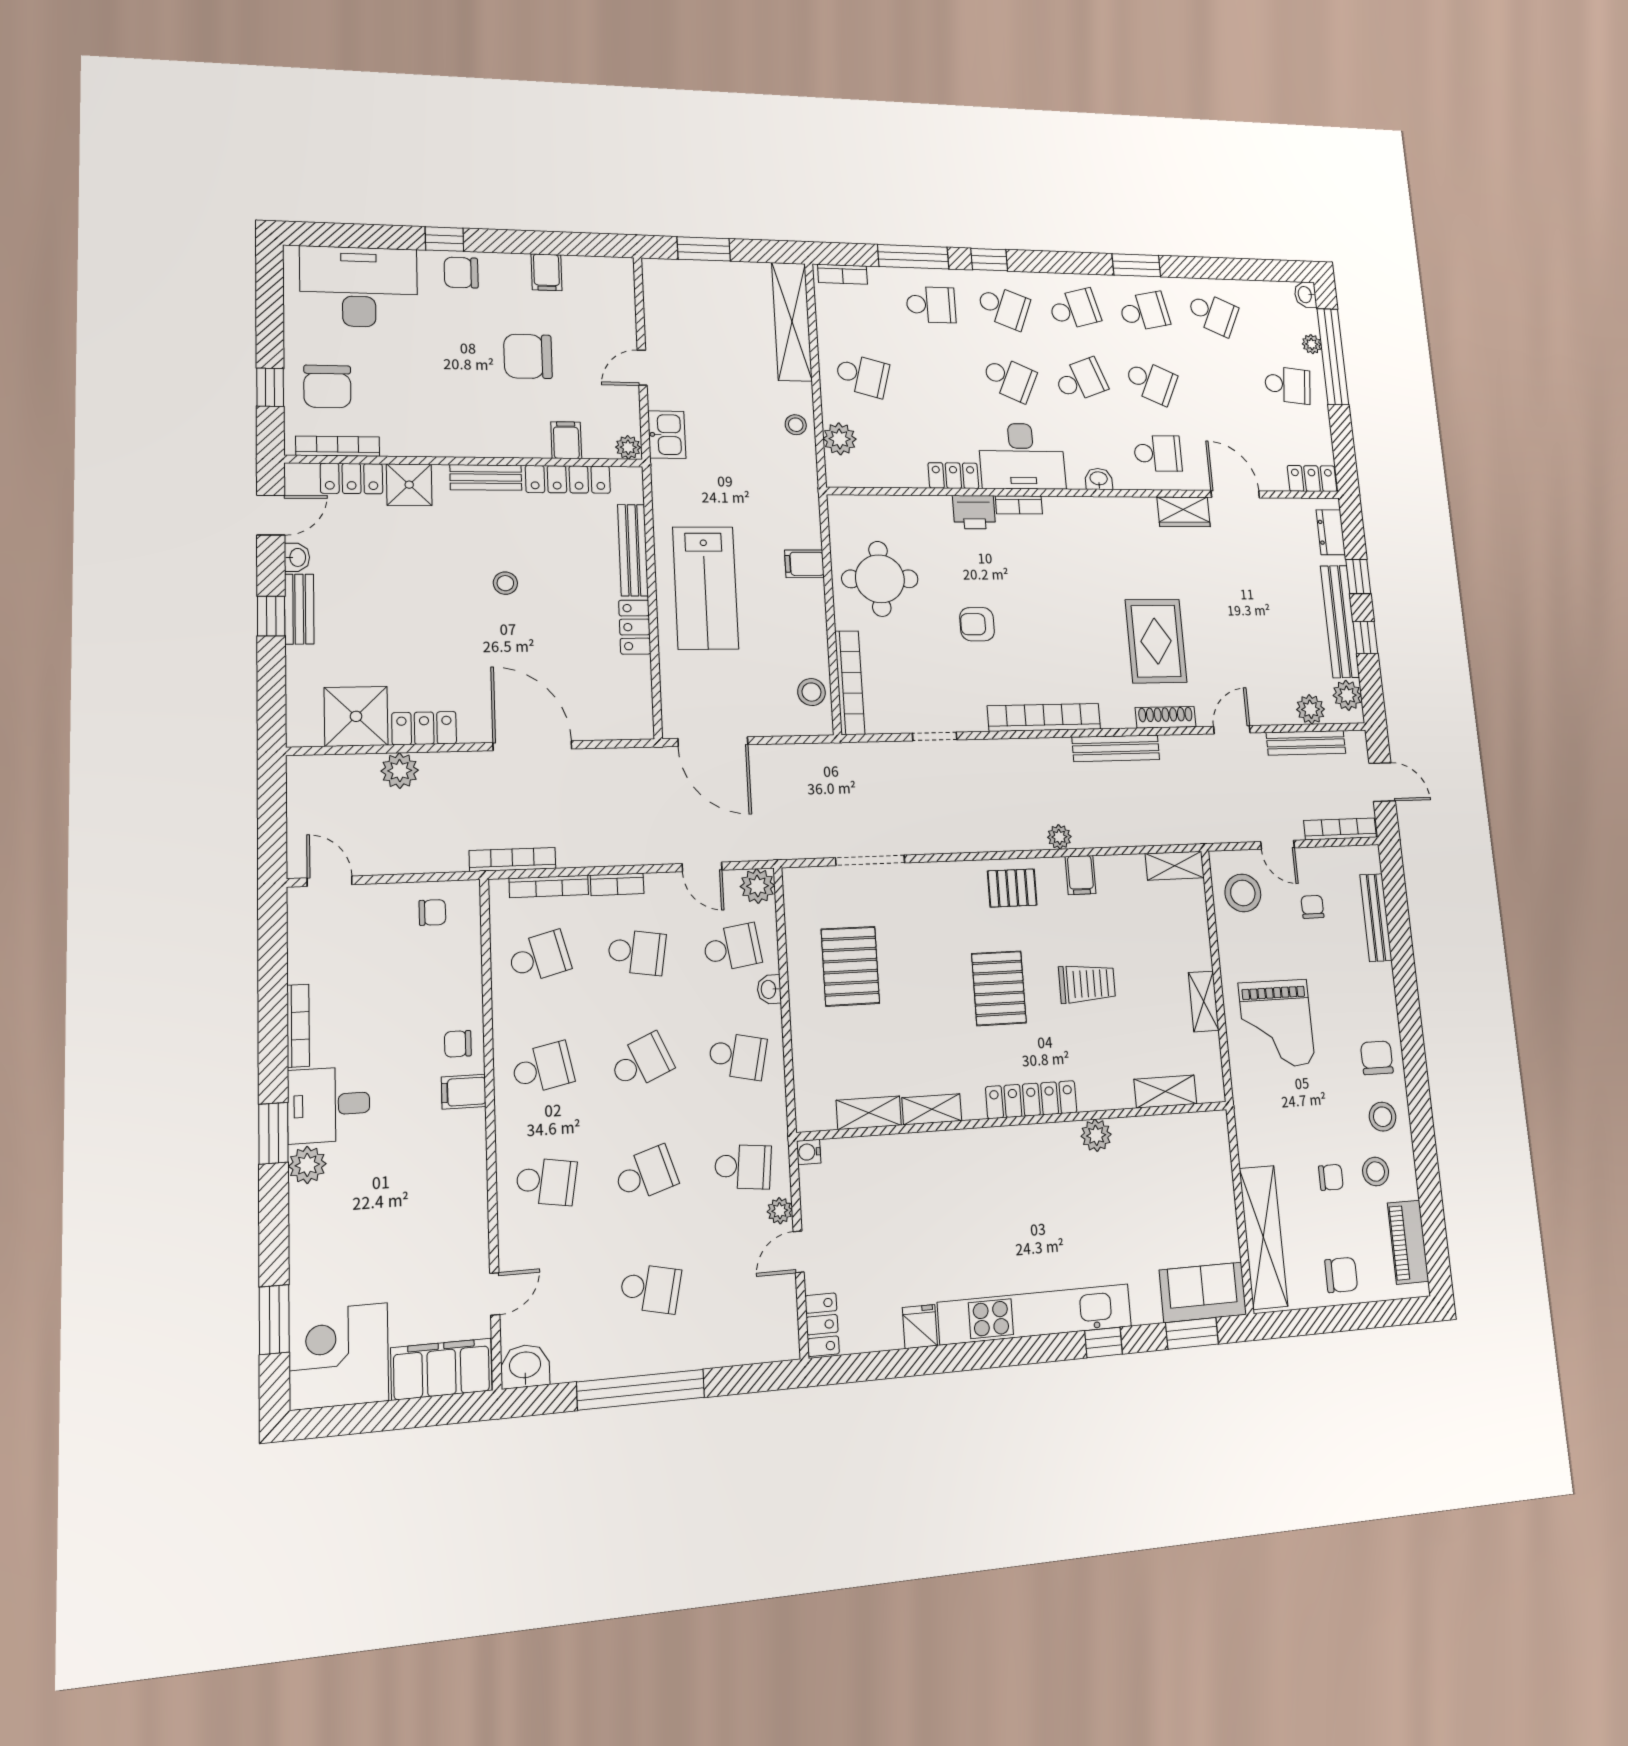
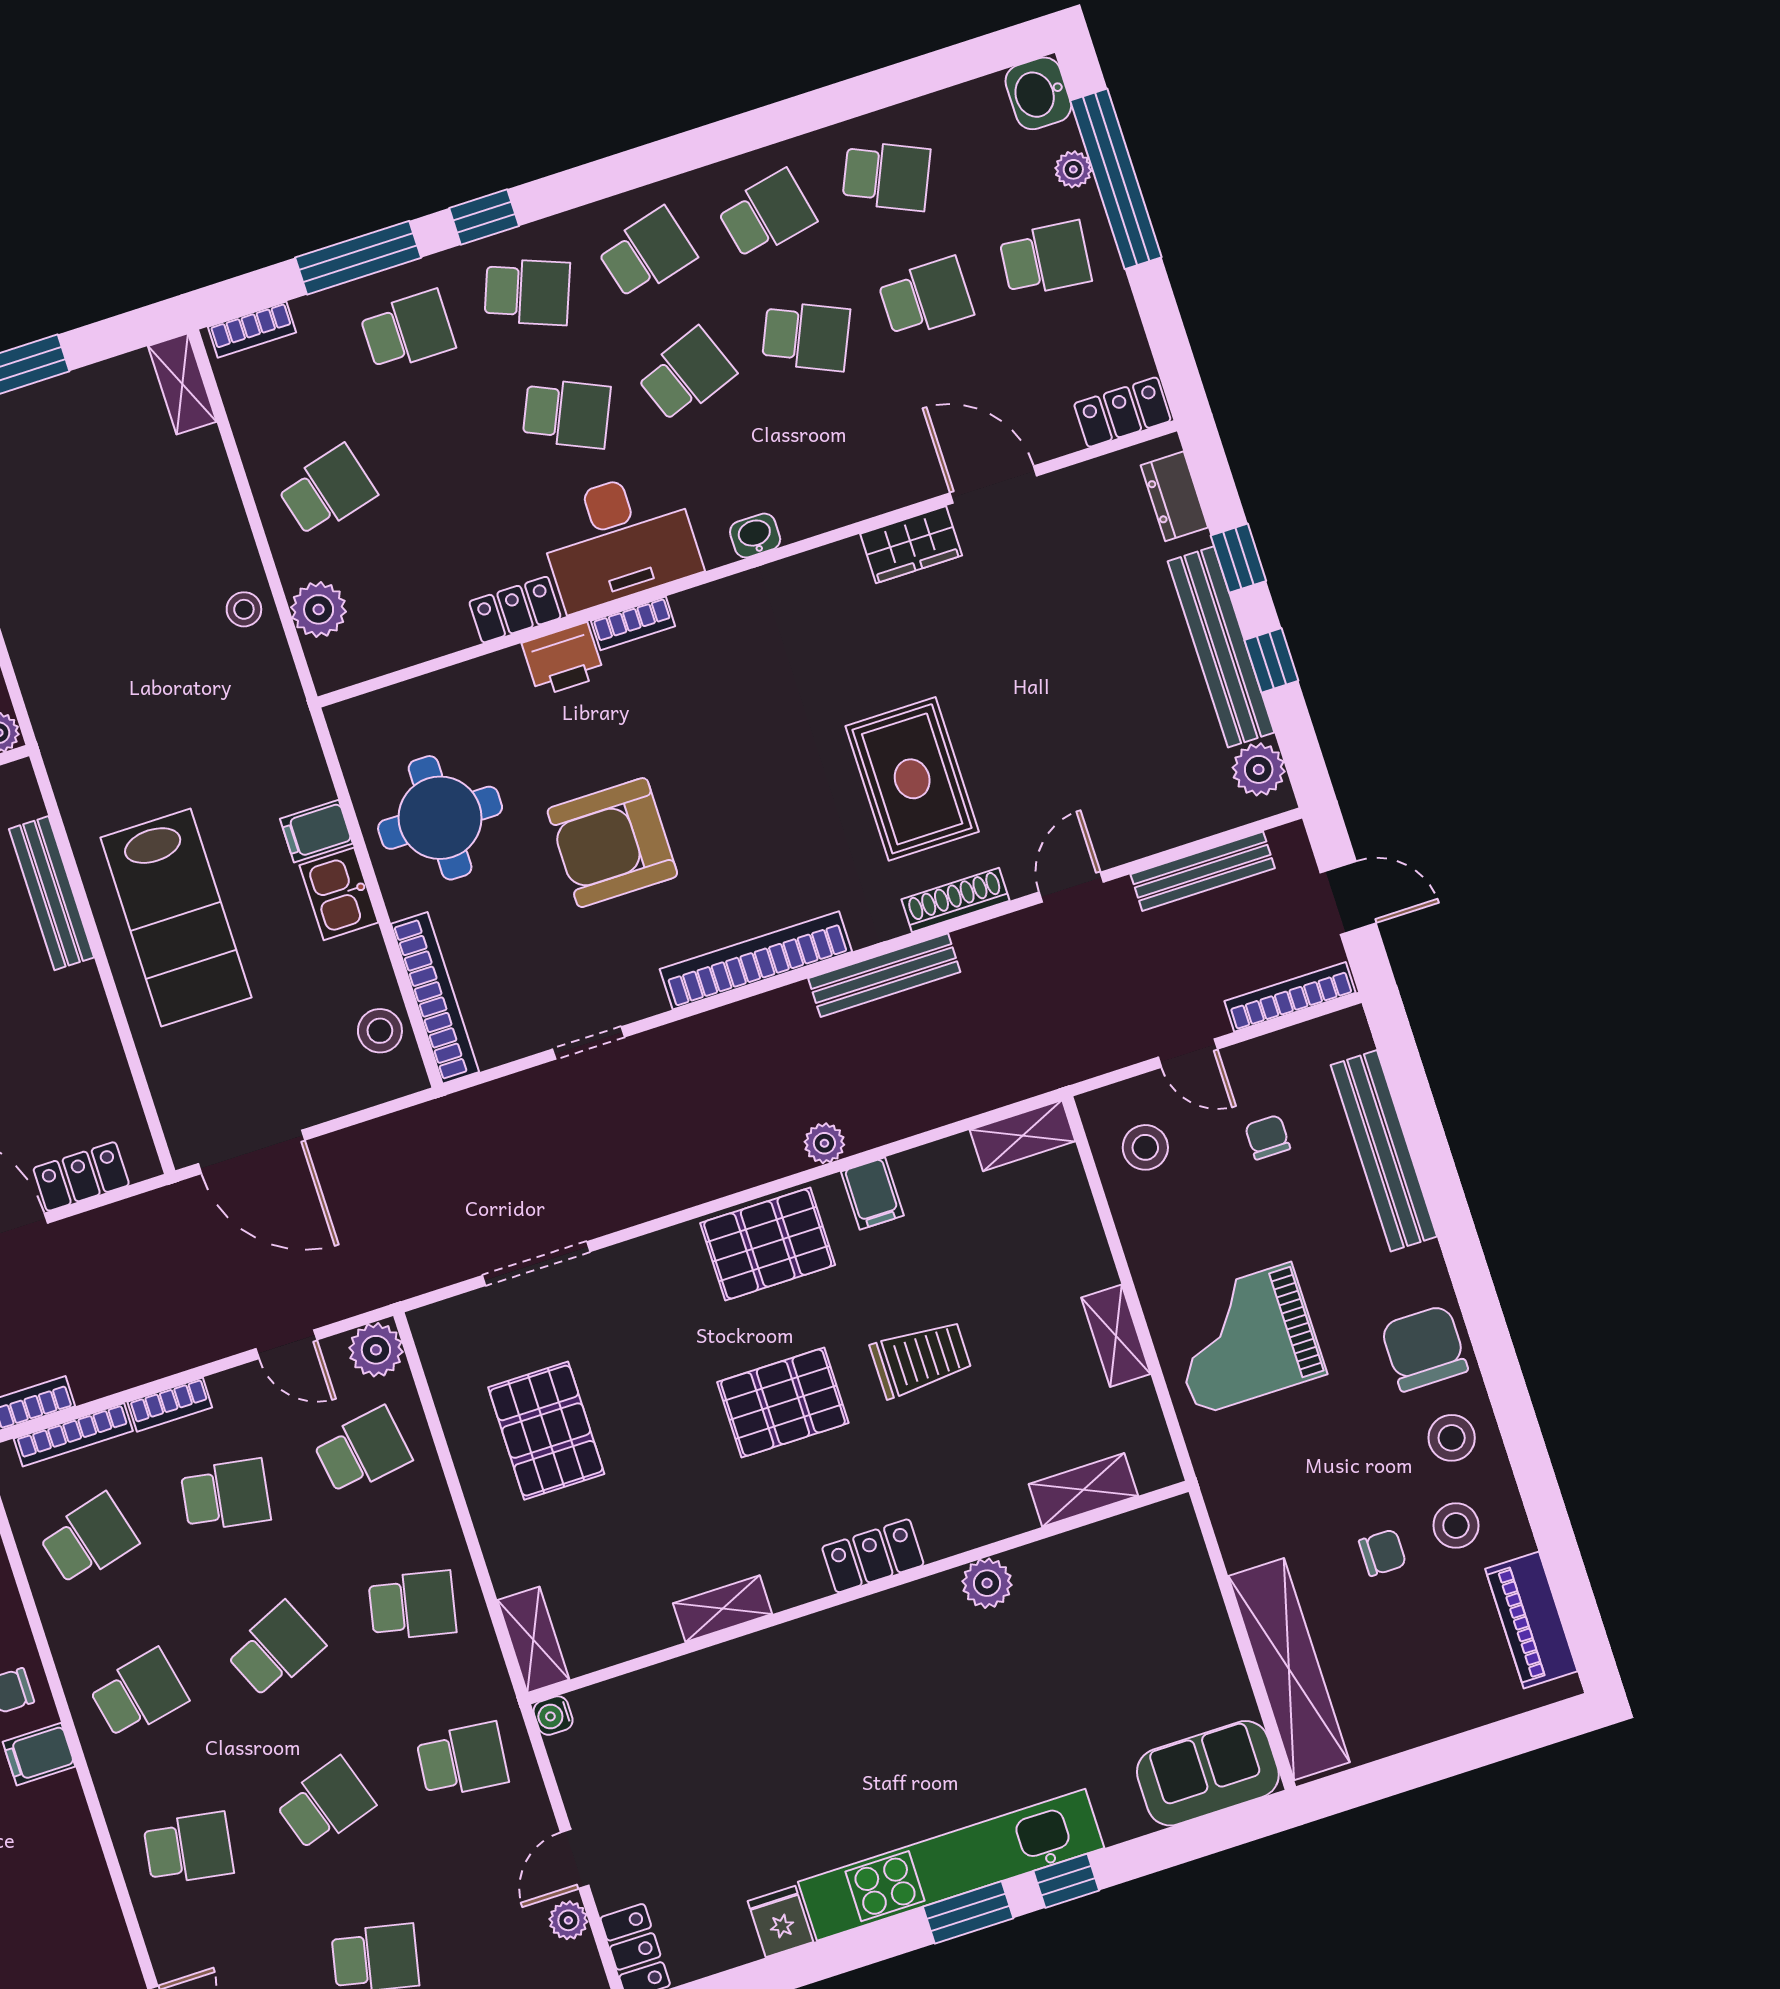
window: (1136, 265) -> (735, 136), removed
washbasin: (1305, 295) -> (1038, 93), width x1.38, depth x1.45
shelving: (792, 322) -> (182, 384), width x0.45, depth x0.75
school desk: (862, 375) -> (327, 491), turned -30
kitchen sink: (667, 435) -> (339, 894), moved, turned 180
school desk: (1158, 453) -> (926, 297), moved
armchair: (977, 624) -> (612, 843), width x1.88, depth x1.88
locker: (635, 627) -> (81, 1176), moved, turned 90
plant: (1311, 709) -> (1199, 813), removed
pallet: (1012, 888) -> (768, 1244), width x1.50, depth x1.42
stool: (1243, 893) -> (1145, 1147), width x0.73, depth x0.73
bench: (1376, 918) -> (1384, 1151), width x1.37, depth x1.21
pallet: (999, 988) -> (783, 1403), turned 90
washbasin: (769, 989) -> (434, 1497), removed
grand piano: (1277, 1024) -> (1244, 1339), turned 90
chair: (1377, 1058) -> (1424, 1348), width x1.37, depth x1.37
locker: (1031, 1100) -> (873, 1556), width x0.66
shelving: (869, 1113) -> (533, 1640), moved, turned 90
plant: (780, 1211) -> (568, 1920), moved
chair: (1341, 1275) -> (1429, 1696), removed
window: (1192, 1333) -> (968, 1912), moved

